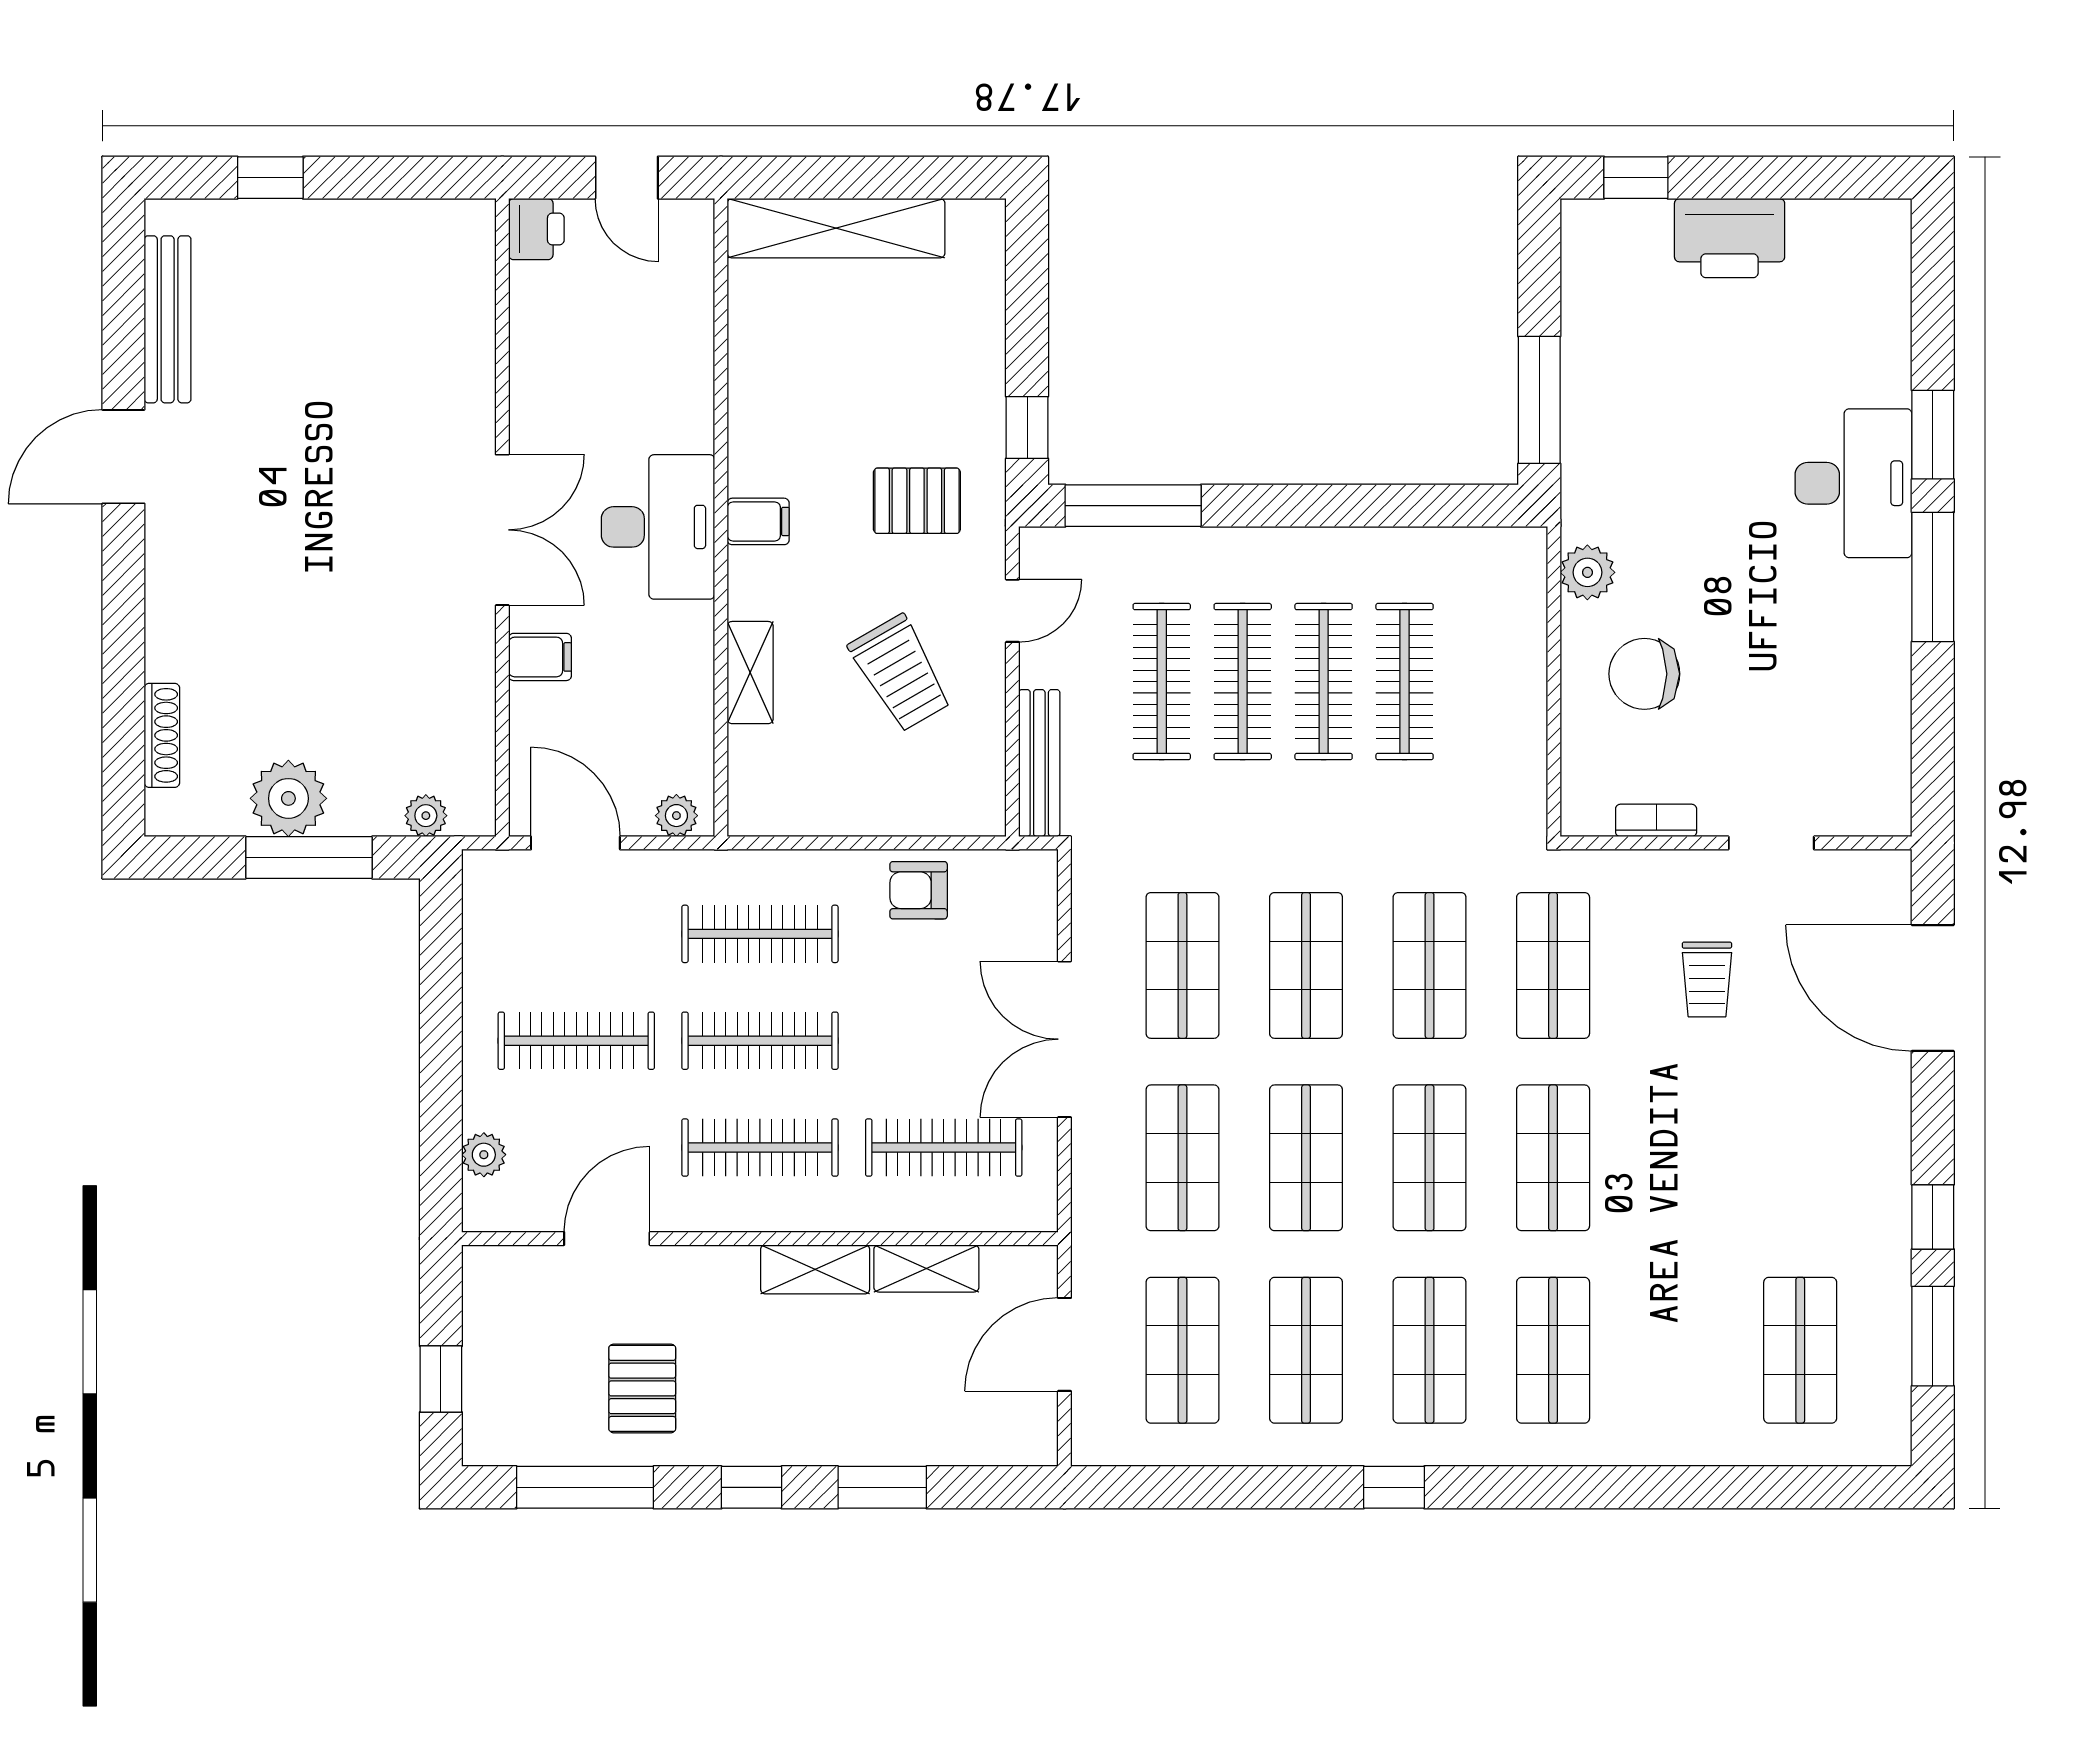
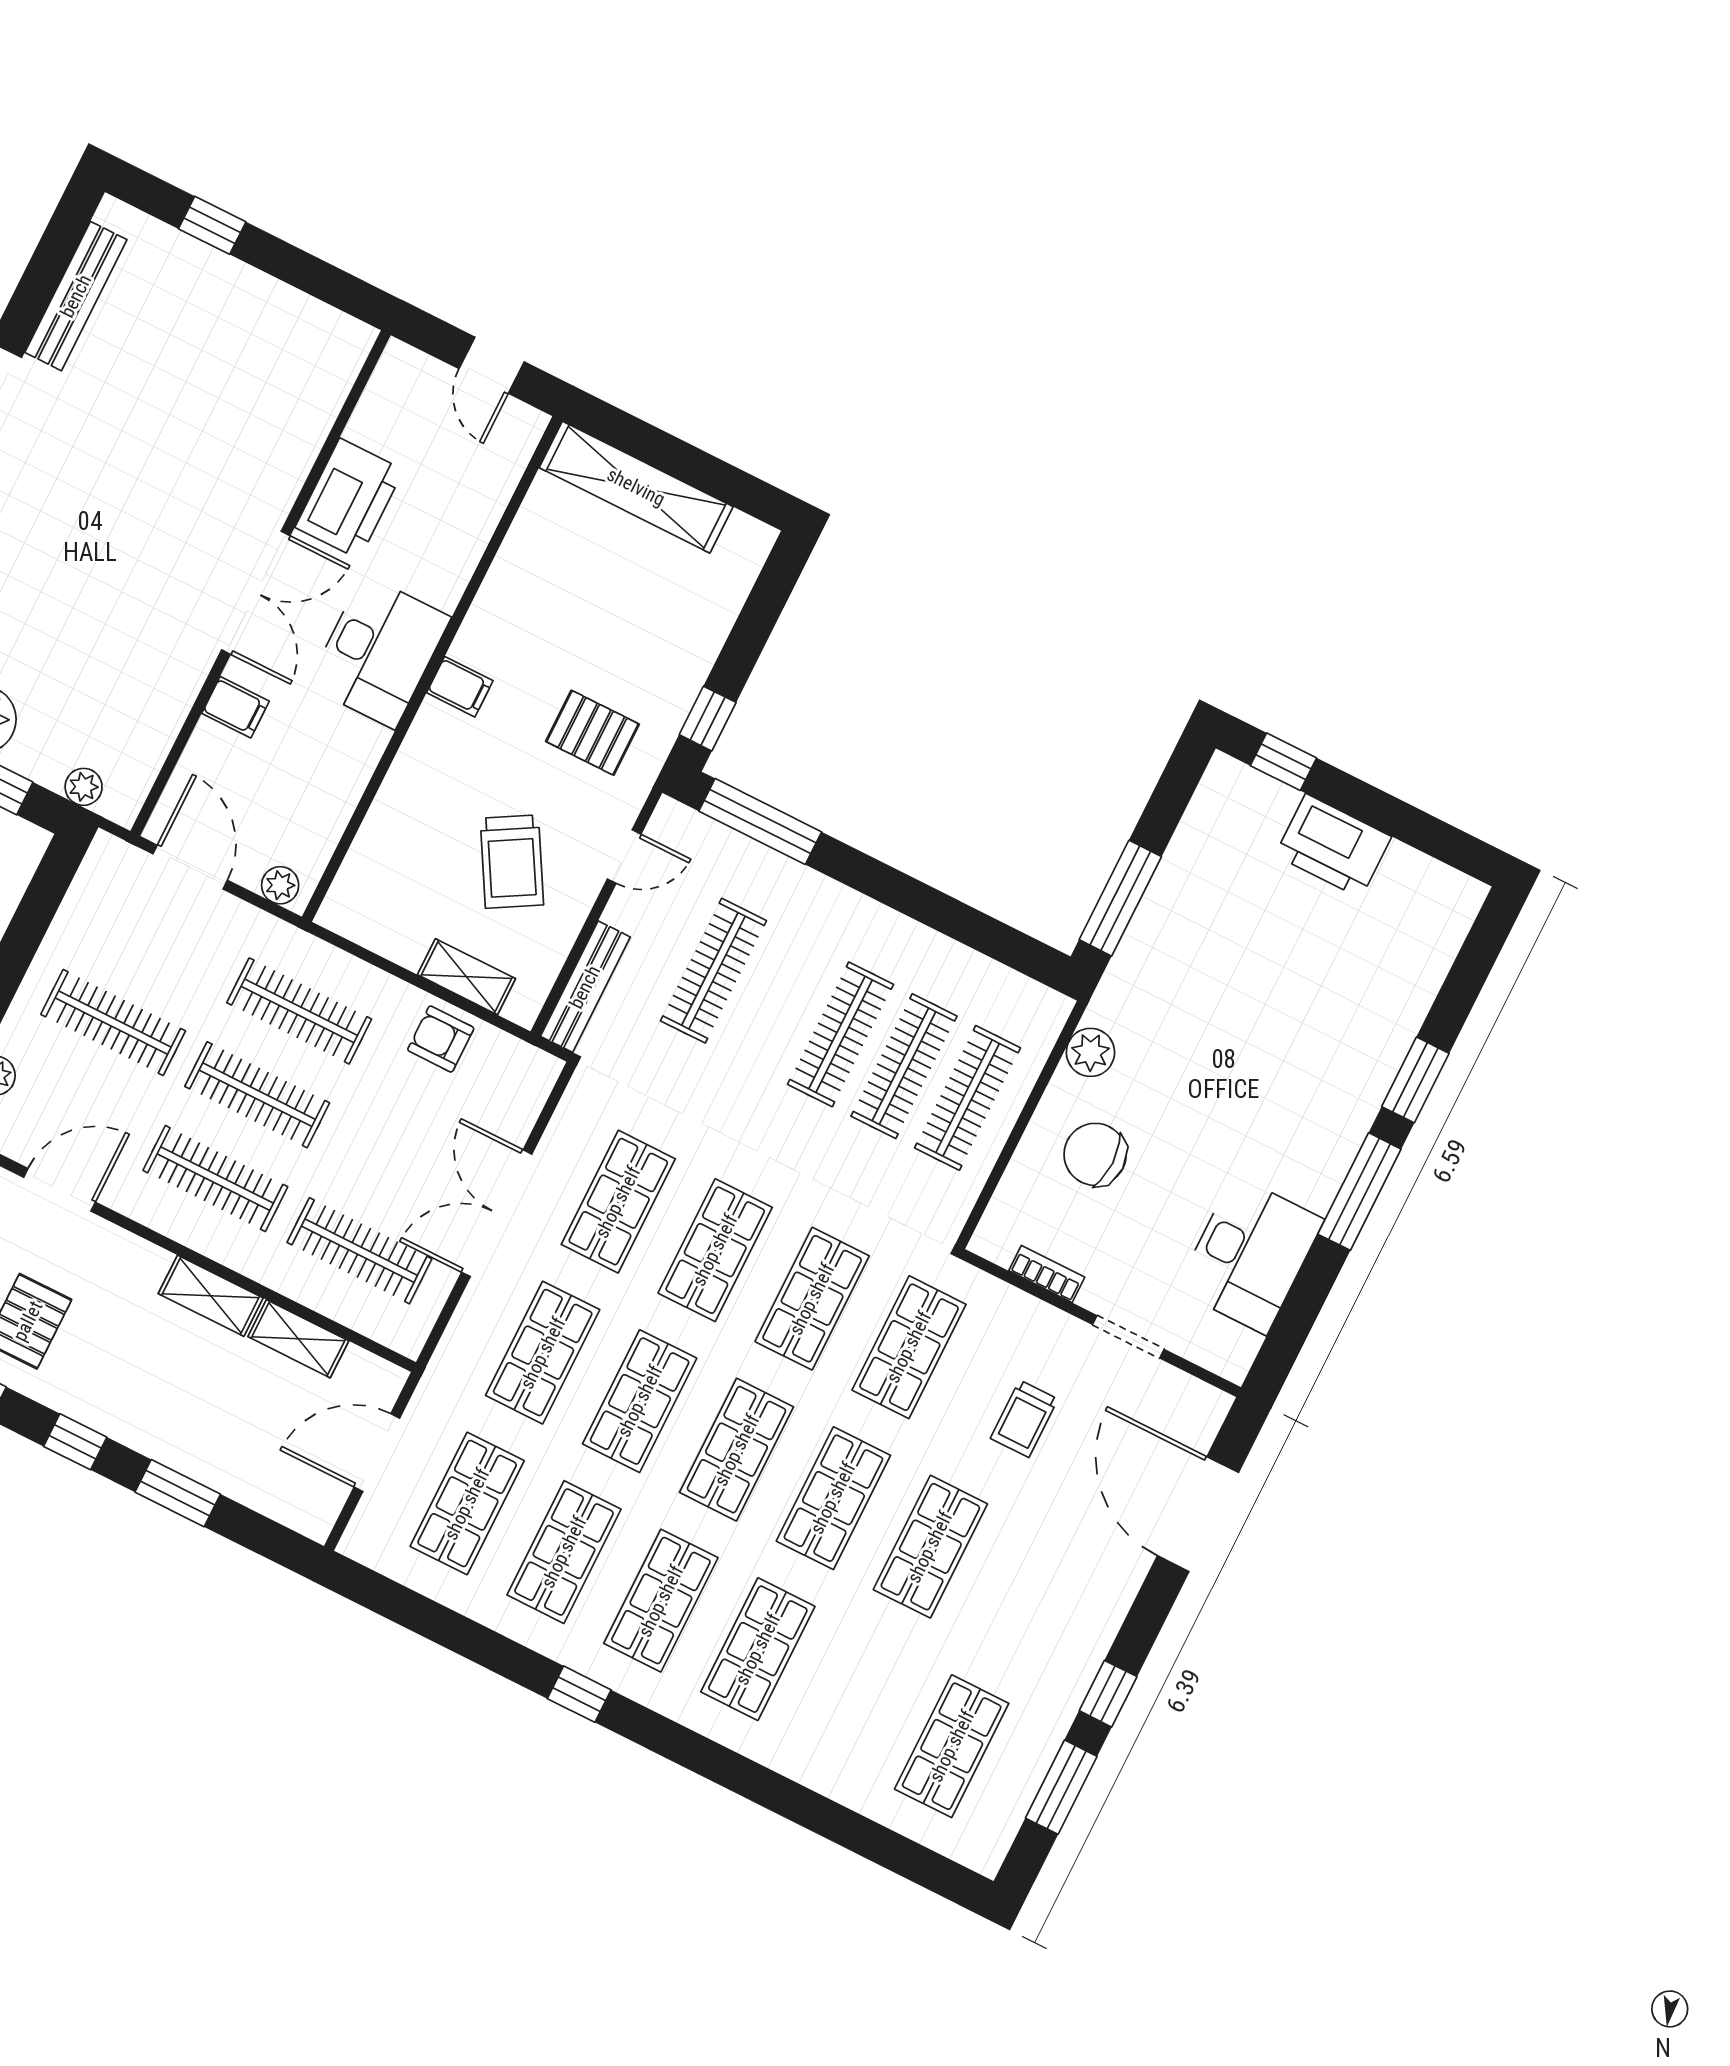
printer: (536, 229) -> (349, 499), moved, width x1.87, depth x1.48
desk: (1853, 483) -> (1250, 1255), moved
shelving: (750, 673) -> (466, 977), moved, turned 90
clothes rail: (1243, 682) -> (968, 1098), moved
shop shelf: (1677, 1158) -> (930, 1547), added

